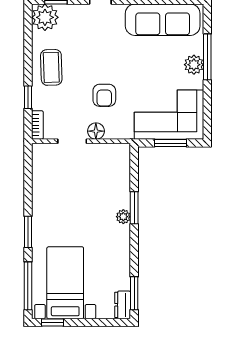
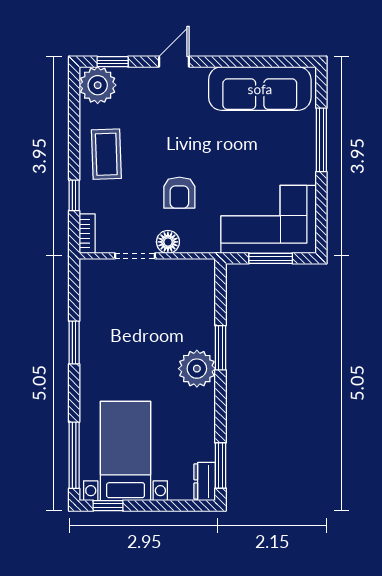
plant: (194, 65) -> (303, 150), removed
plant: (123, 217) -> (197, 369), width x1.88, depth x1.88
window: (28, 232) -> (74, 342), moved

